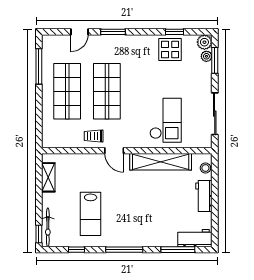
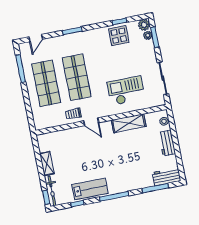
door: (80, 32) -> (36, 38), moved
checkout: (166, 120) -> (126, 91), turned -90
shelving: (161, 162) -> (129, 123), width x0.68
shelving: (48, 177) -> (47, 164), moved
lab bench: (91, 214) -> (90, 189), moved, turned -90

